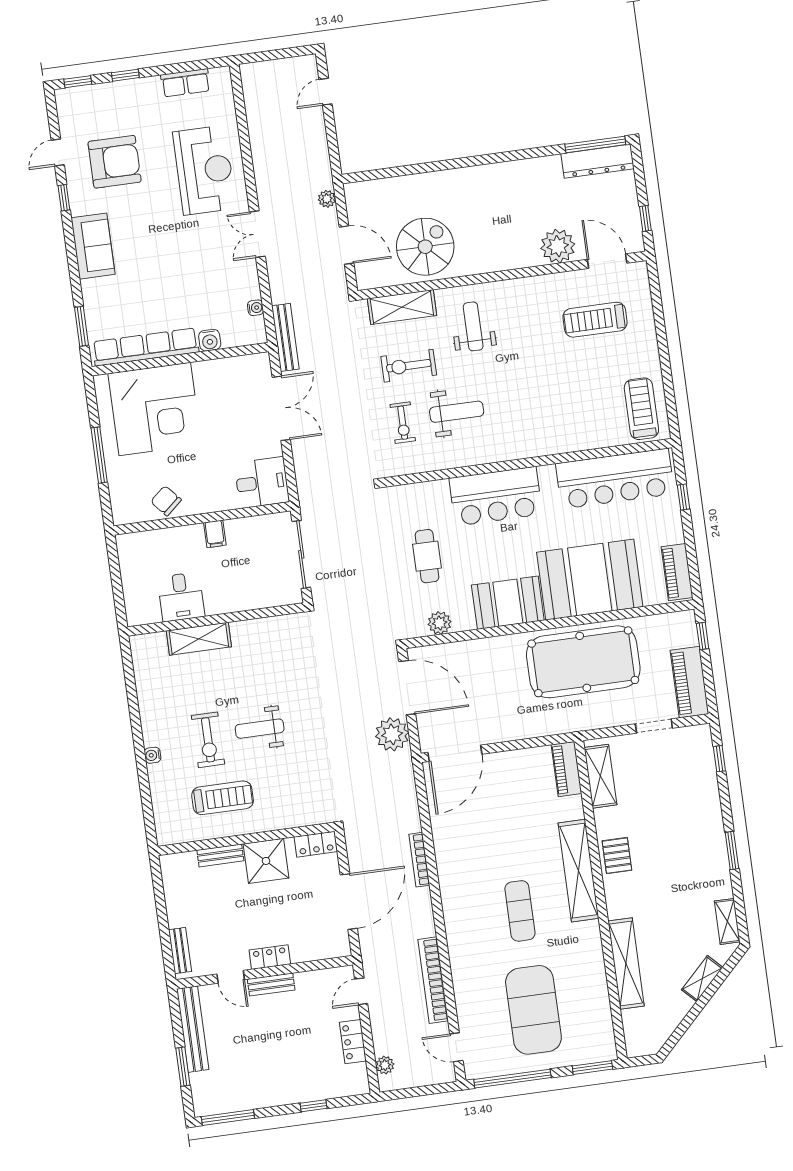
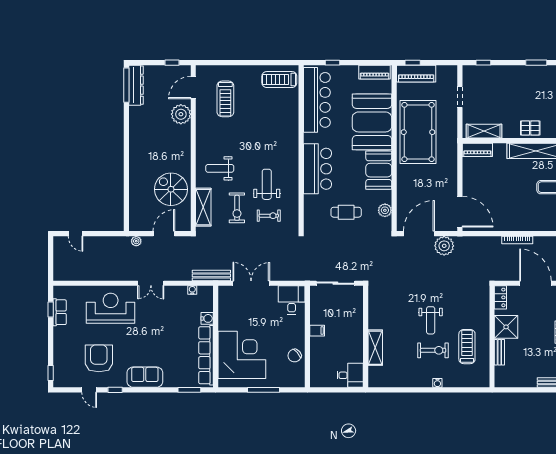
window: (125, 75) -> (51, 309), moved
desk: (181, 597) -> (350, 375), moved
piano: (689, 682) -> (416, 74), moved

